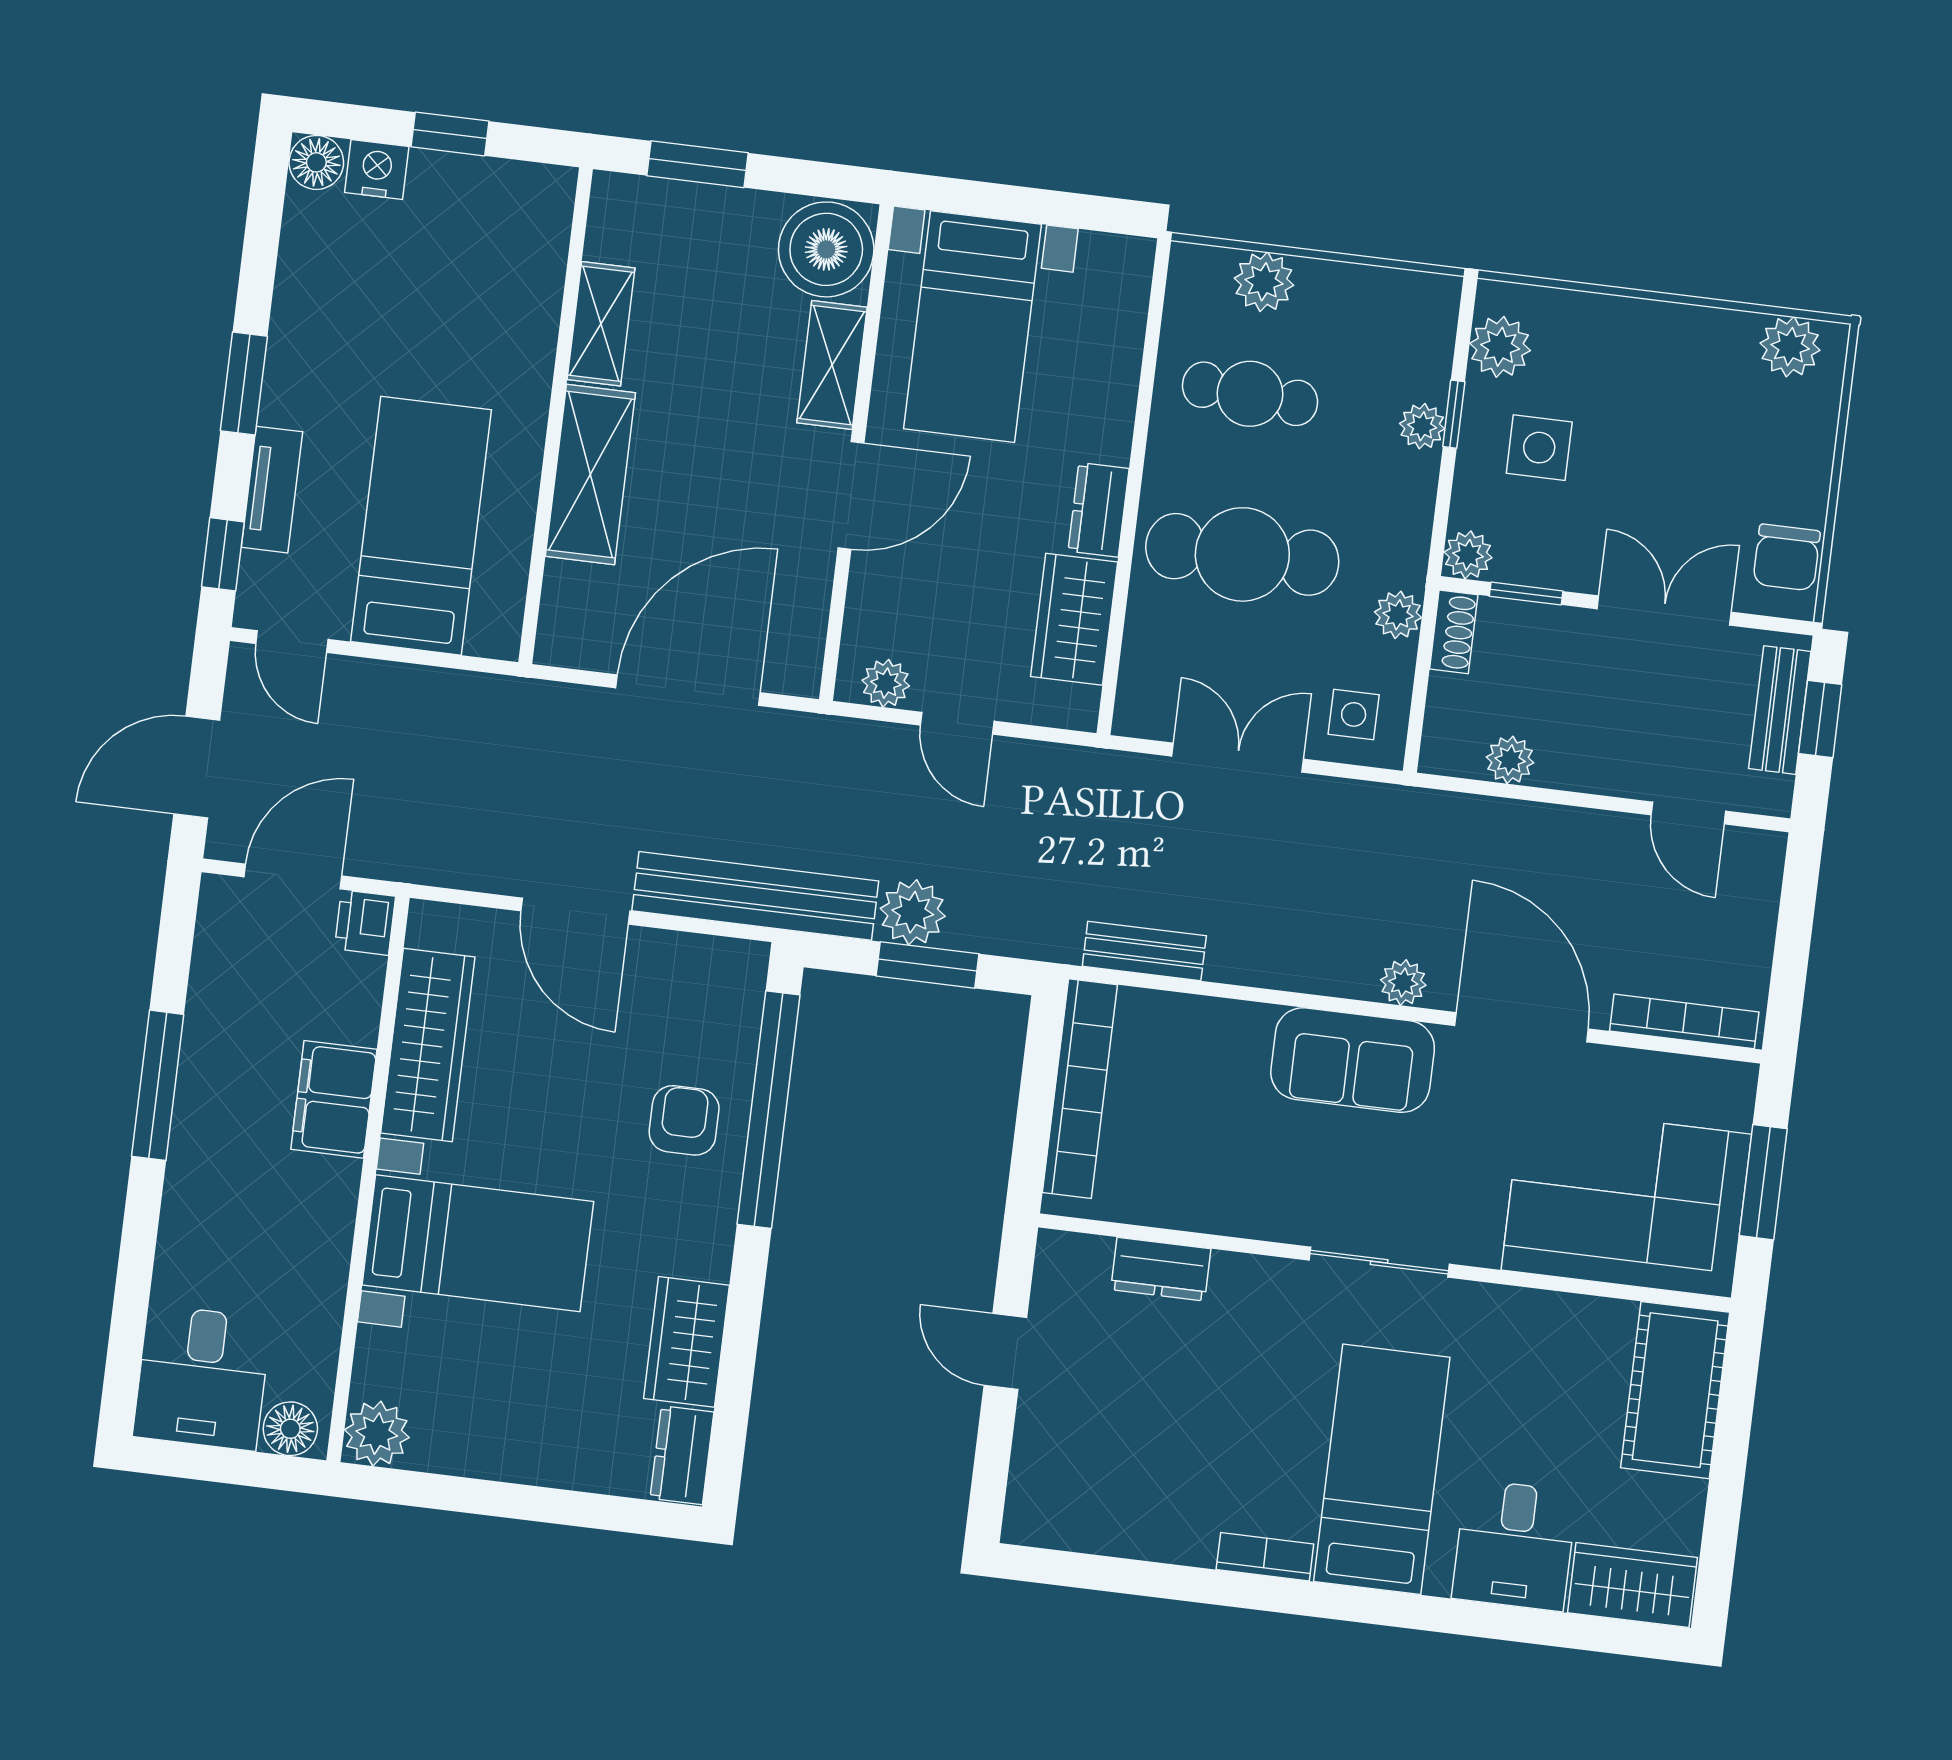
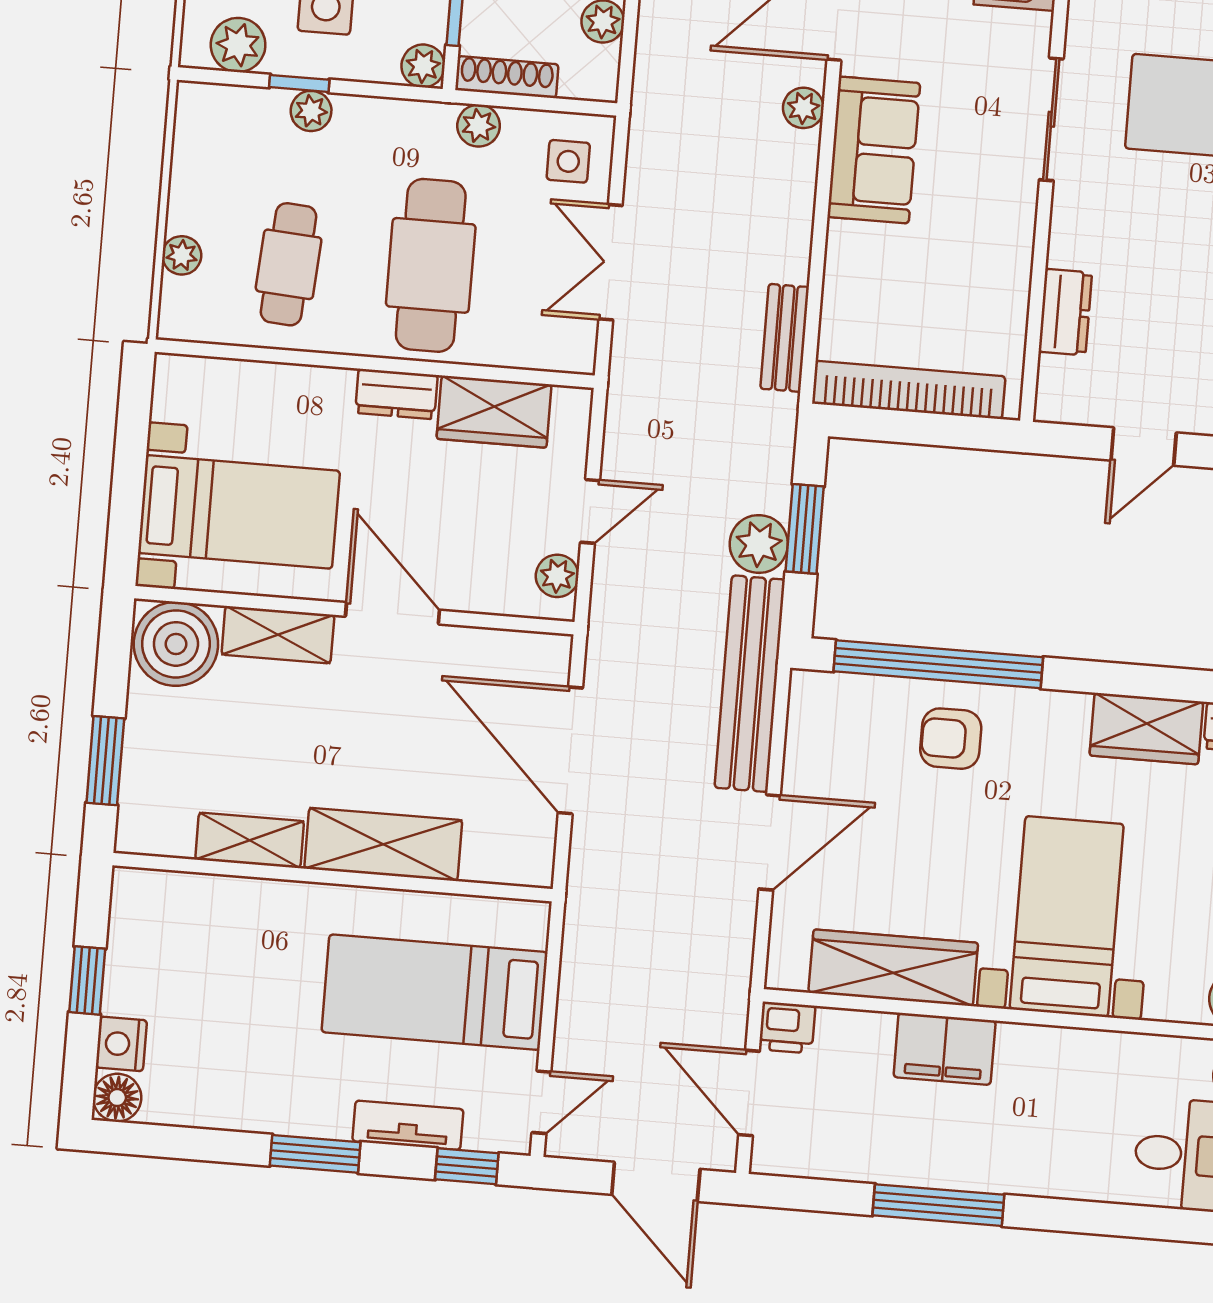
plant: (1264, 282) -> (182, 255), width x0.73, depth x0.73
shoe rack: (1454, 632) -> (507, 77), width x1.43

